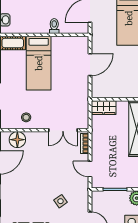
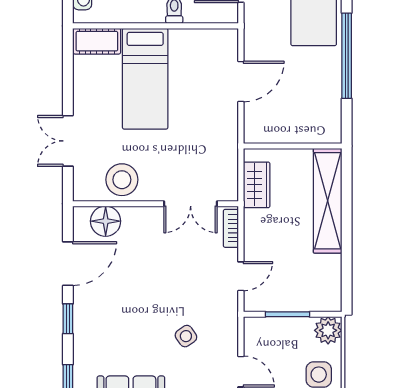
wardrobe: (104, 108) -> (257, 185), moved, turned -90
stool: (26, 117) -> (122, 180), width x1.89, depth x1.89
door: (90, 169) -> (241, 276), swing flipped

